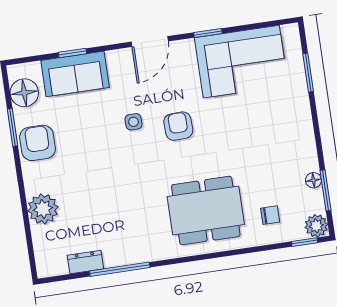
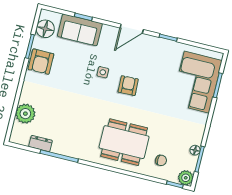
corner sofa: (241, 62) -> (197, 82), moved, turned 90
armchair: (38, 143) -> (41, 62), turned 180
plant: (43, 209) -> (25, 114), moved

